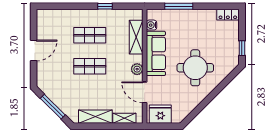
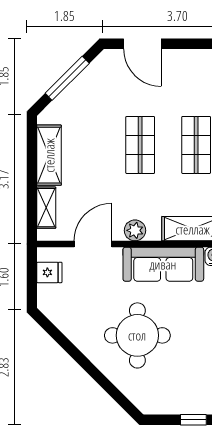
window: (242, 48) -> (193, 420), moved
door: (34, 51) -> (142, 44), moved
fridge: (160, 114) -> (49, 272), width x0.53, depth x0.75

